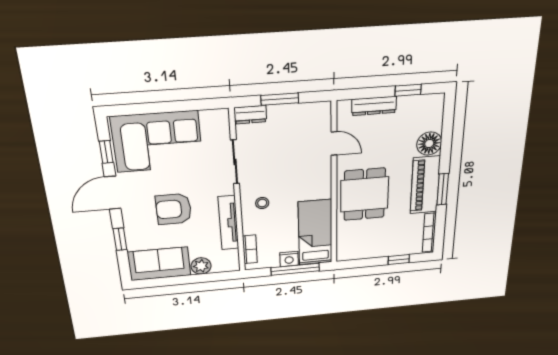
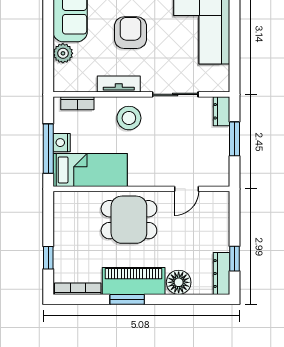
dresser: (374, 106) -> (221, 274), moved
stool: (262, 203) -> (129, 118), width x1.89, depth x1.89
tv unit: (228, 223) -> (119, 84), width x0.71

